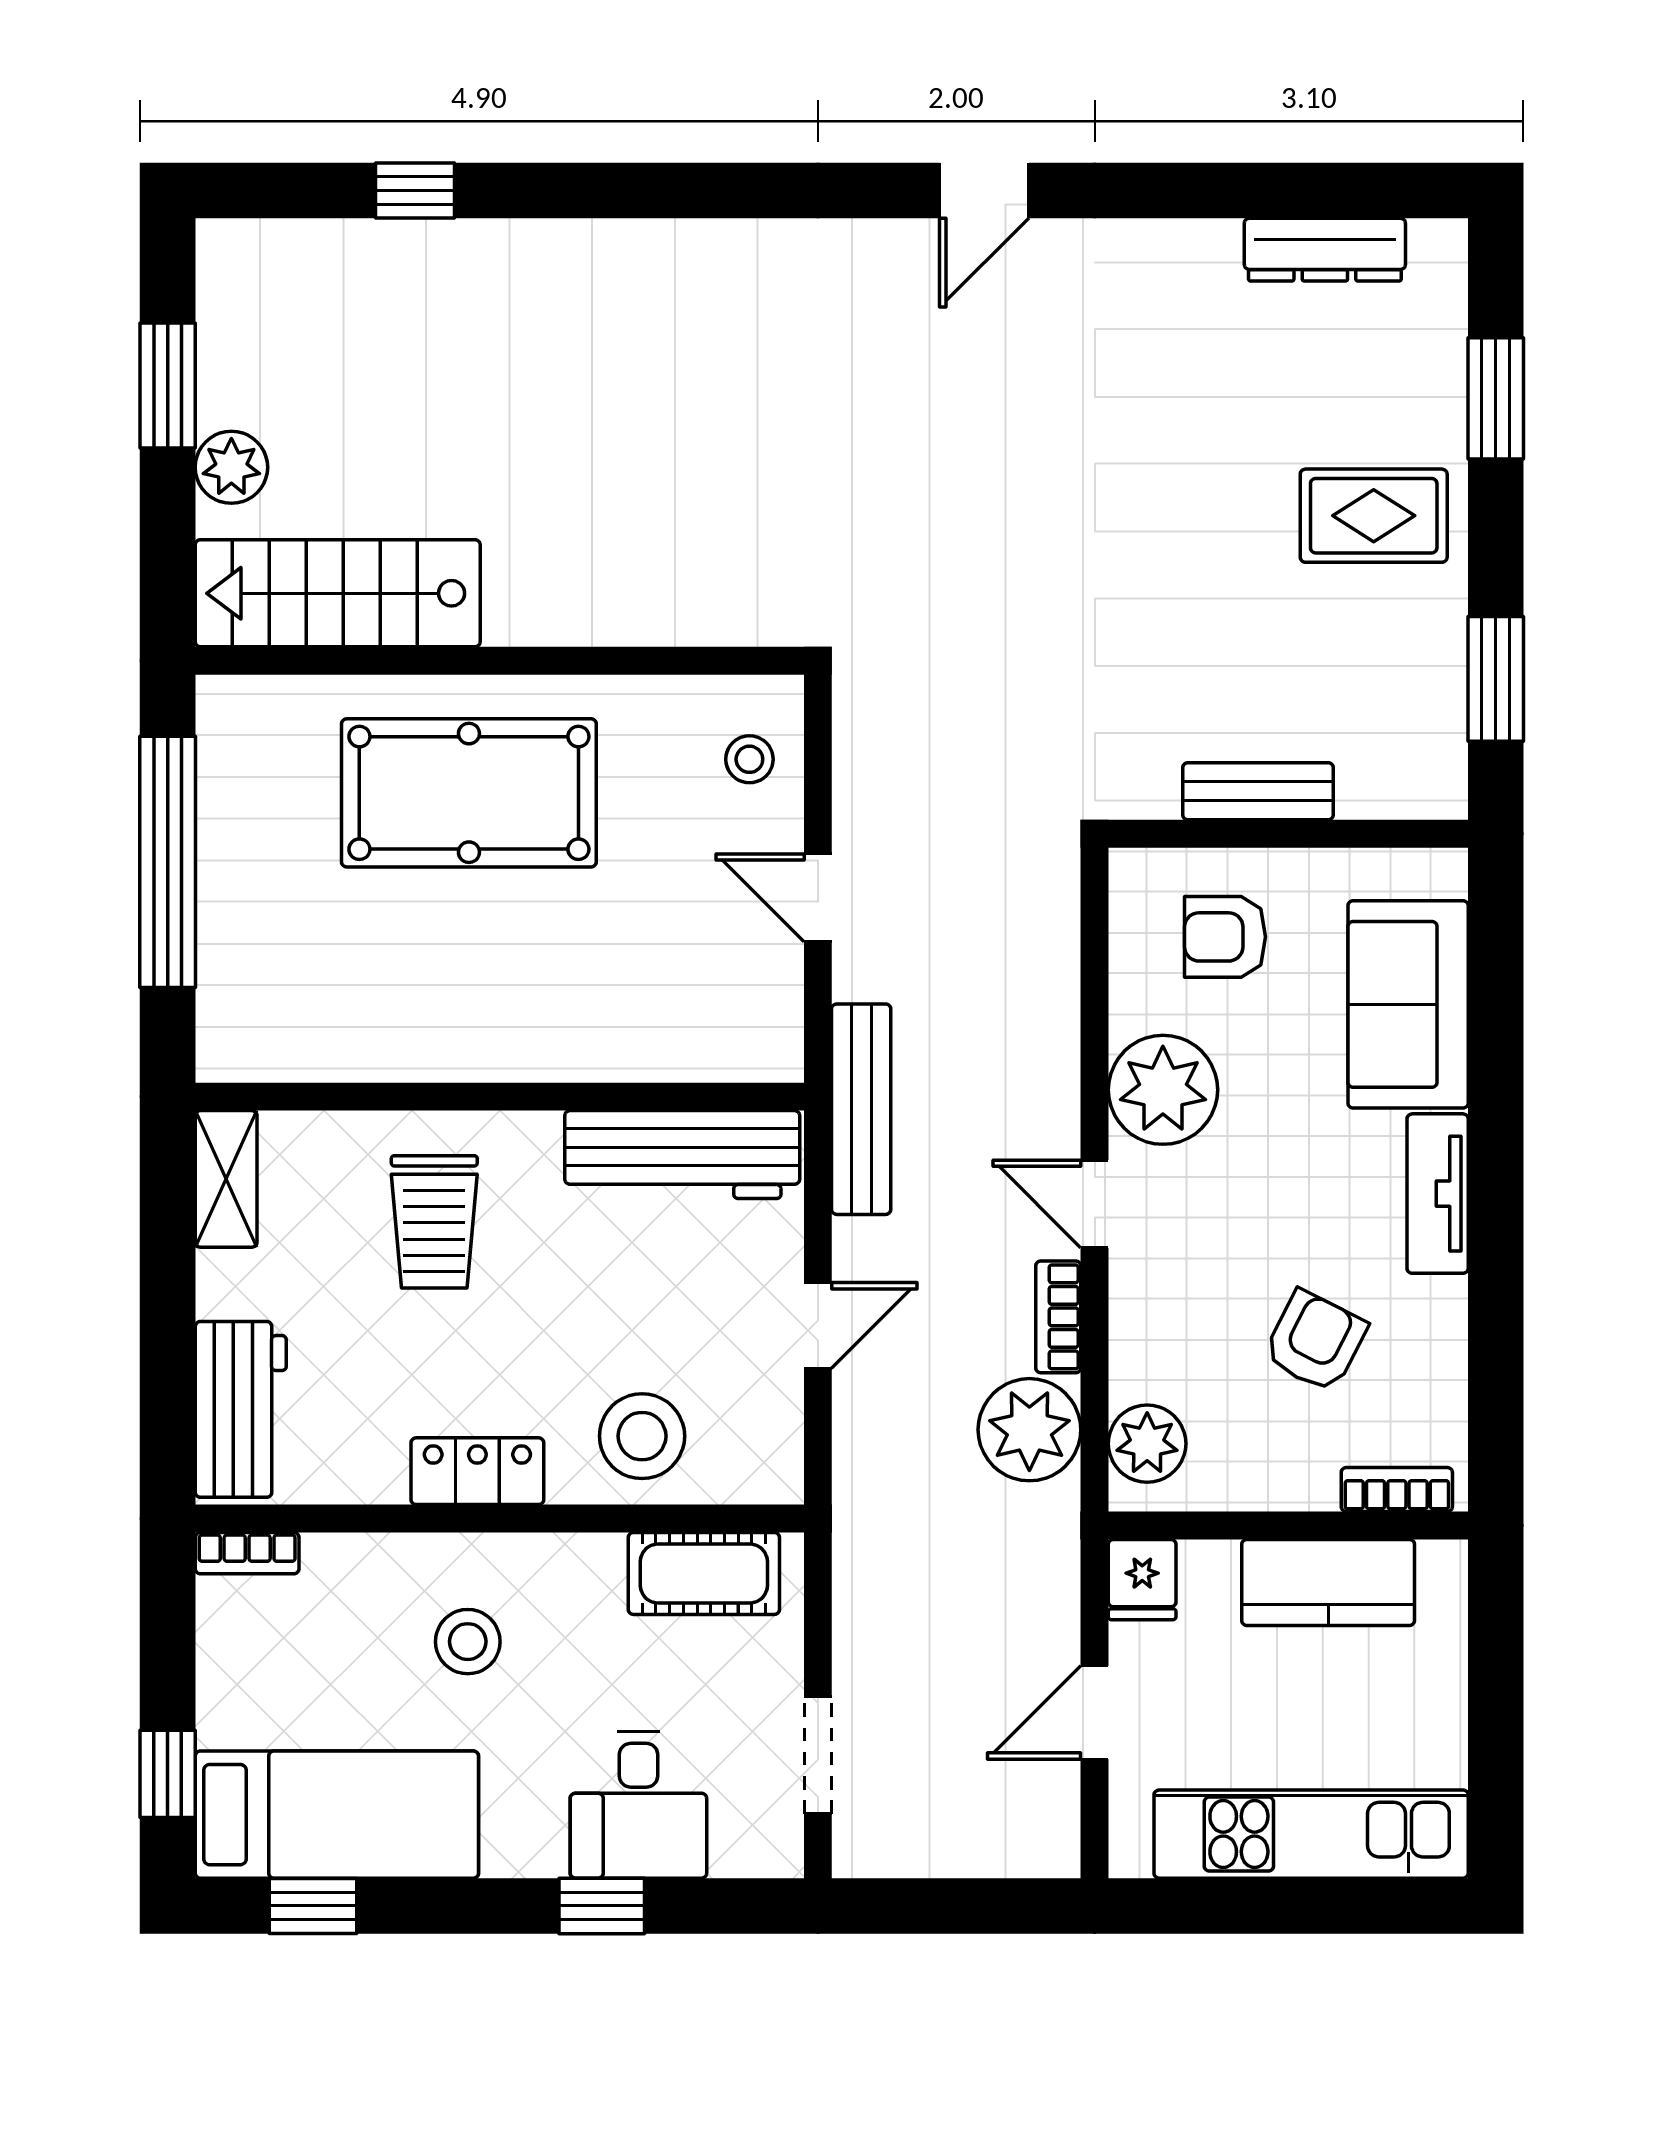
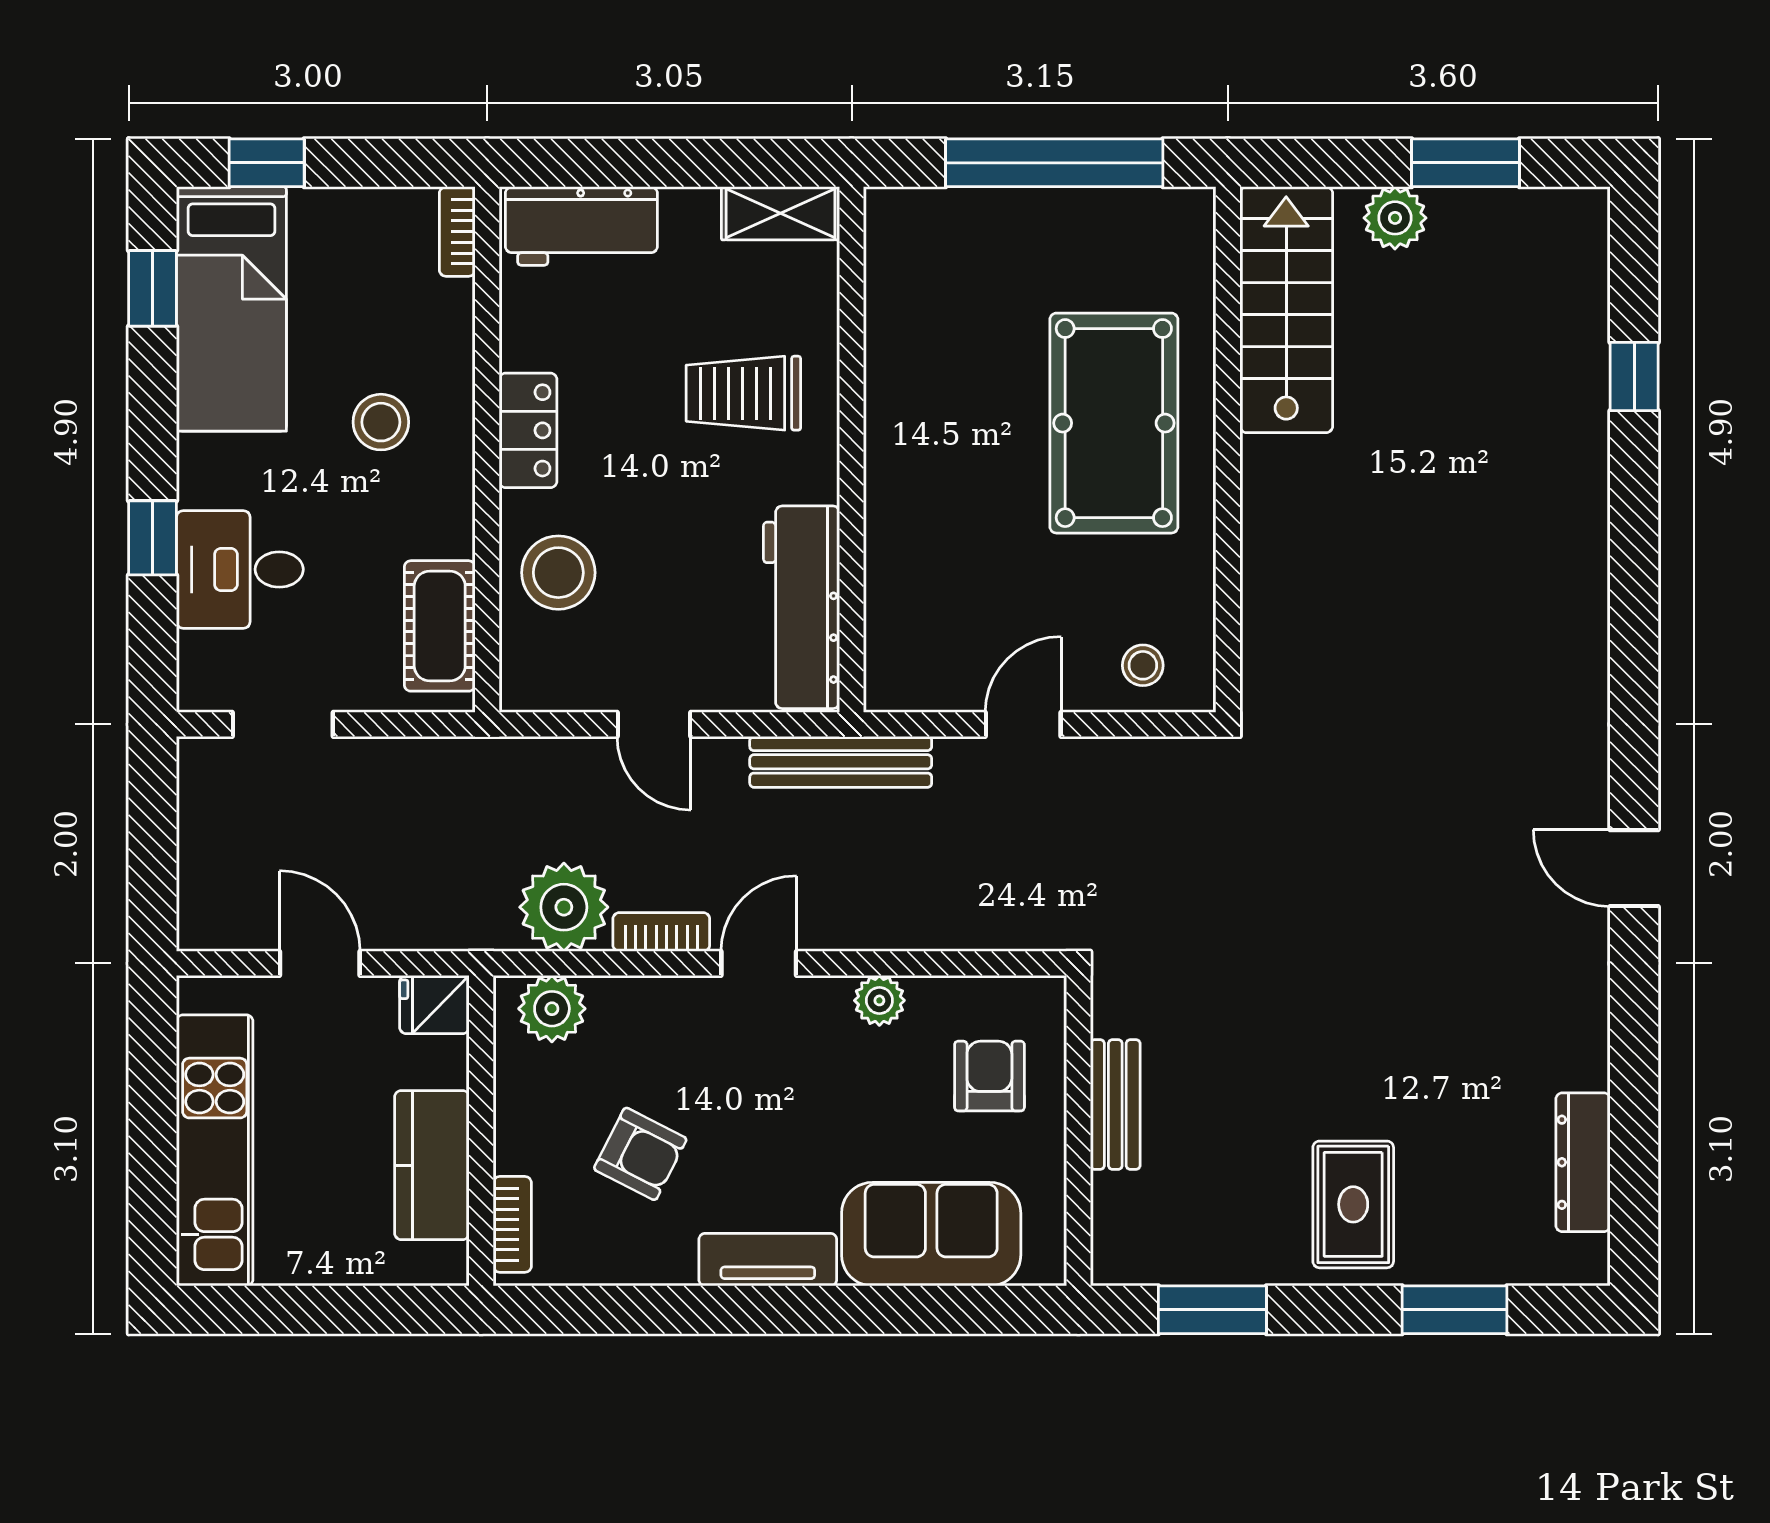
plant: (1163, 1090) -> (879, 1000), width x0.53, depth x0.53

